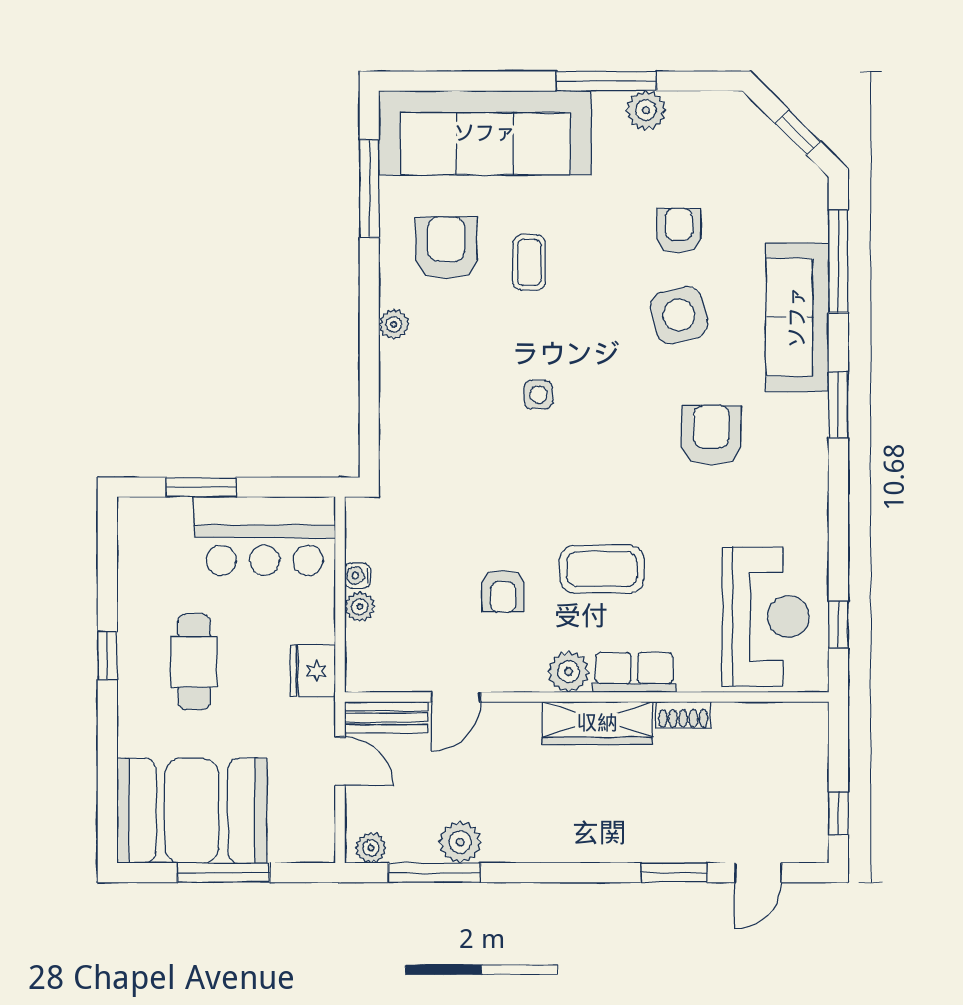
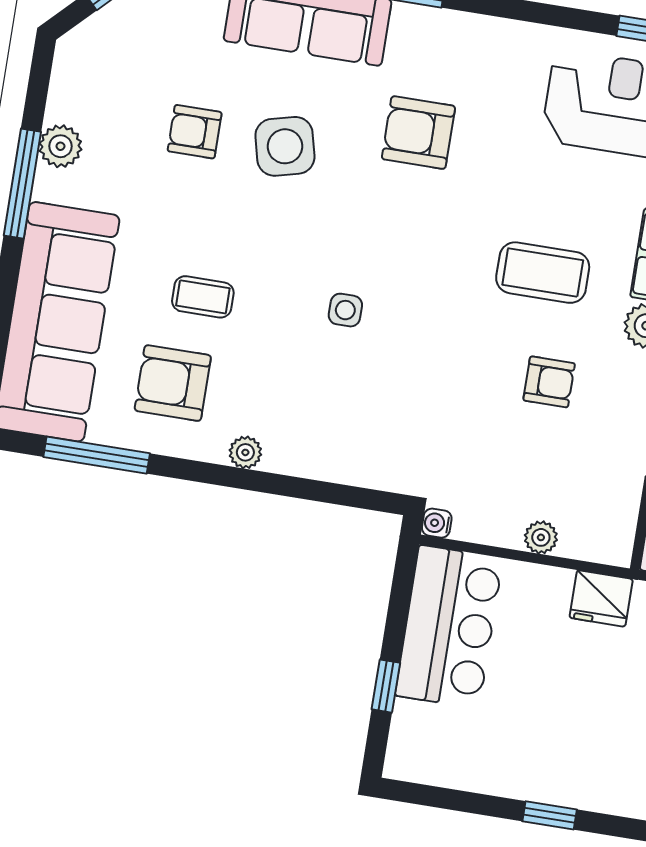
window: (201, 487) -> (386, 686), width x0.67
coffee table: (602, 569) -> (543, 273), turned 90
water cooler: (357, 576) -> (437, 523), moved, turned 90
cafe table: (194, 662) -> (571, 724), removed

